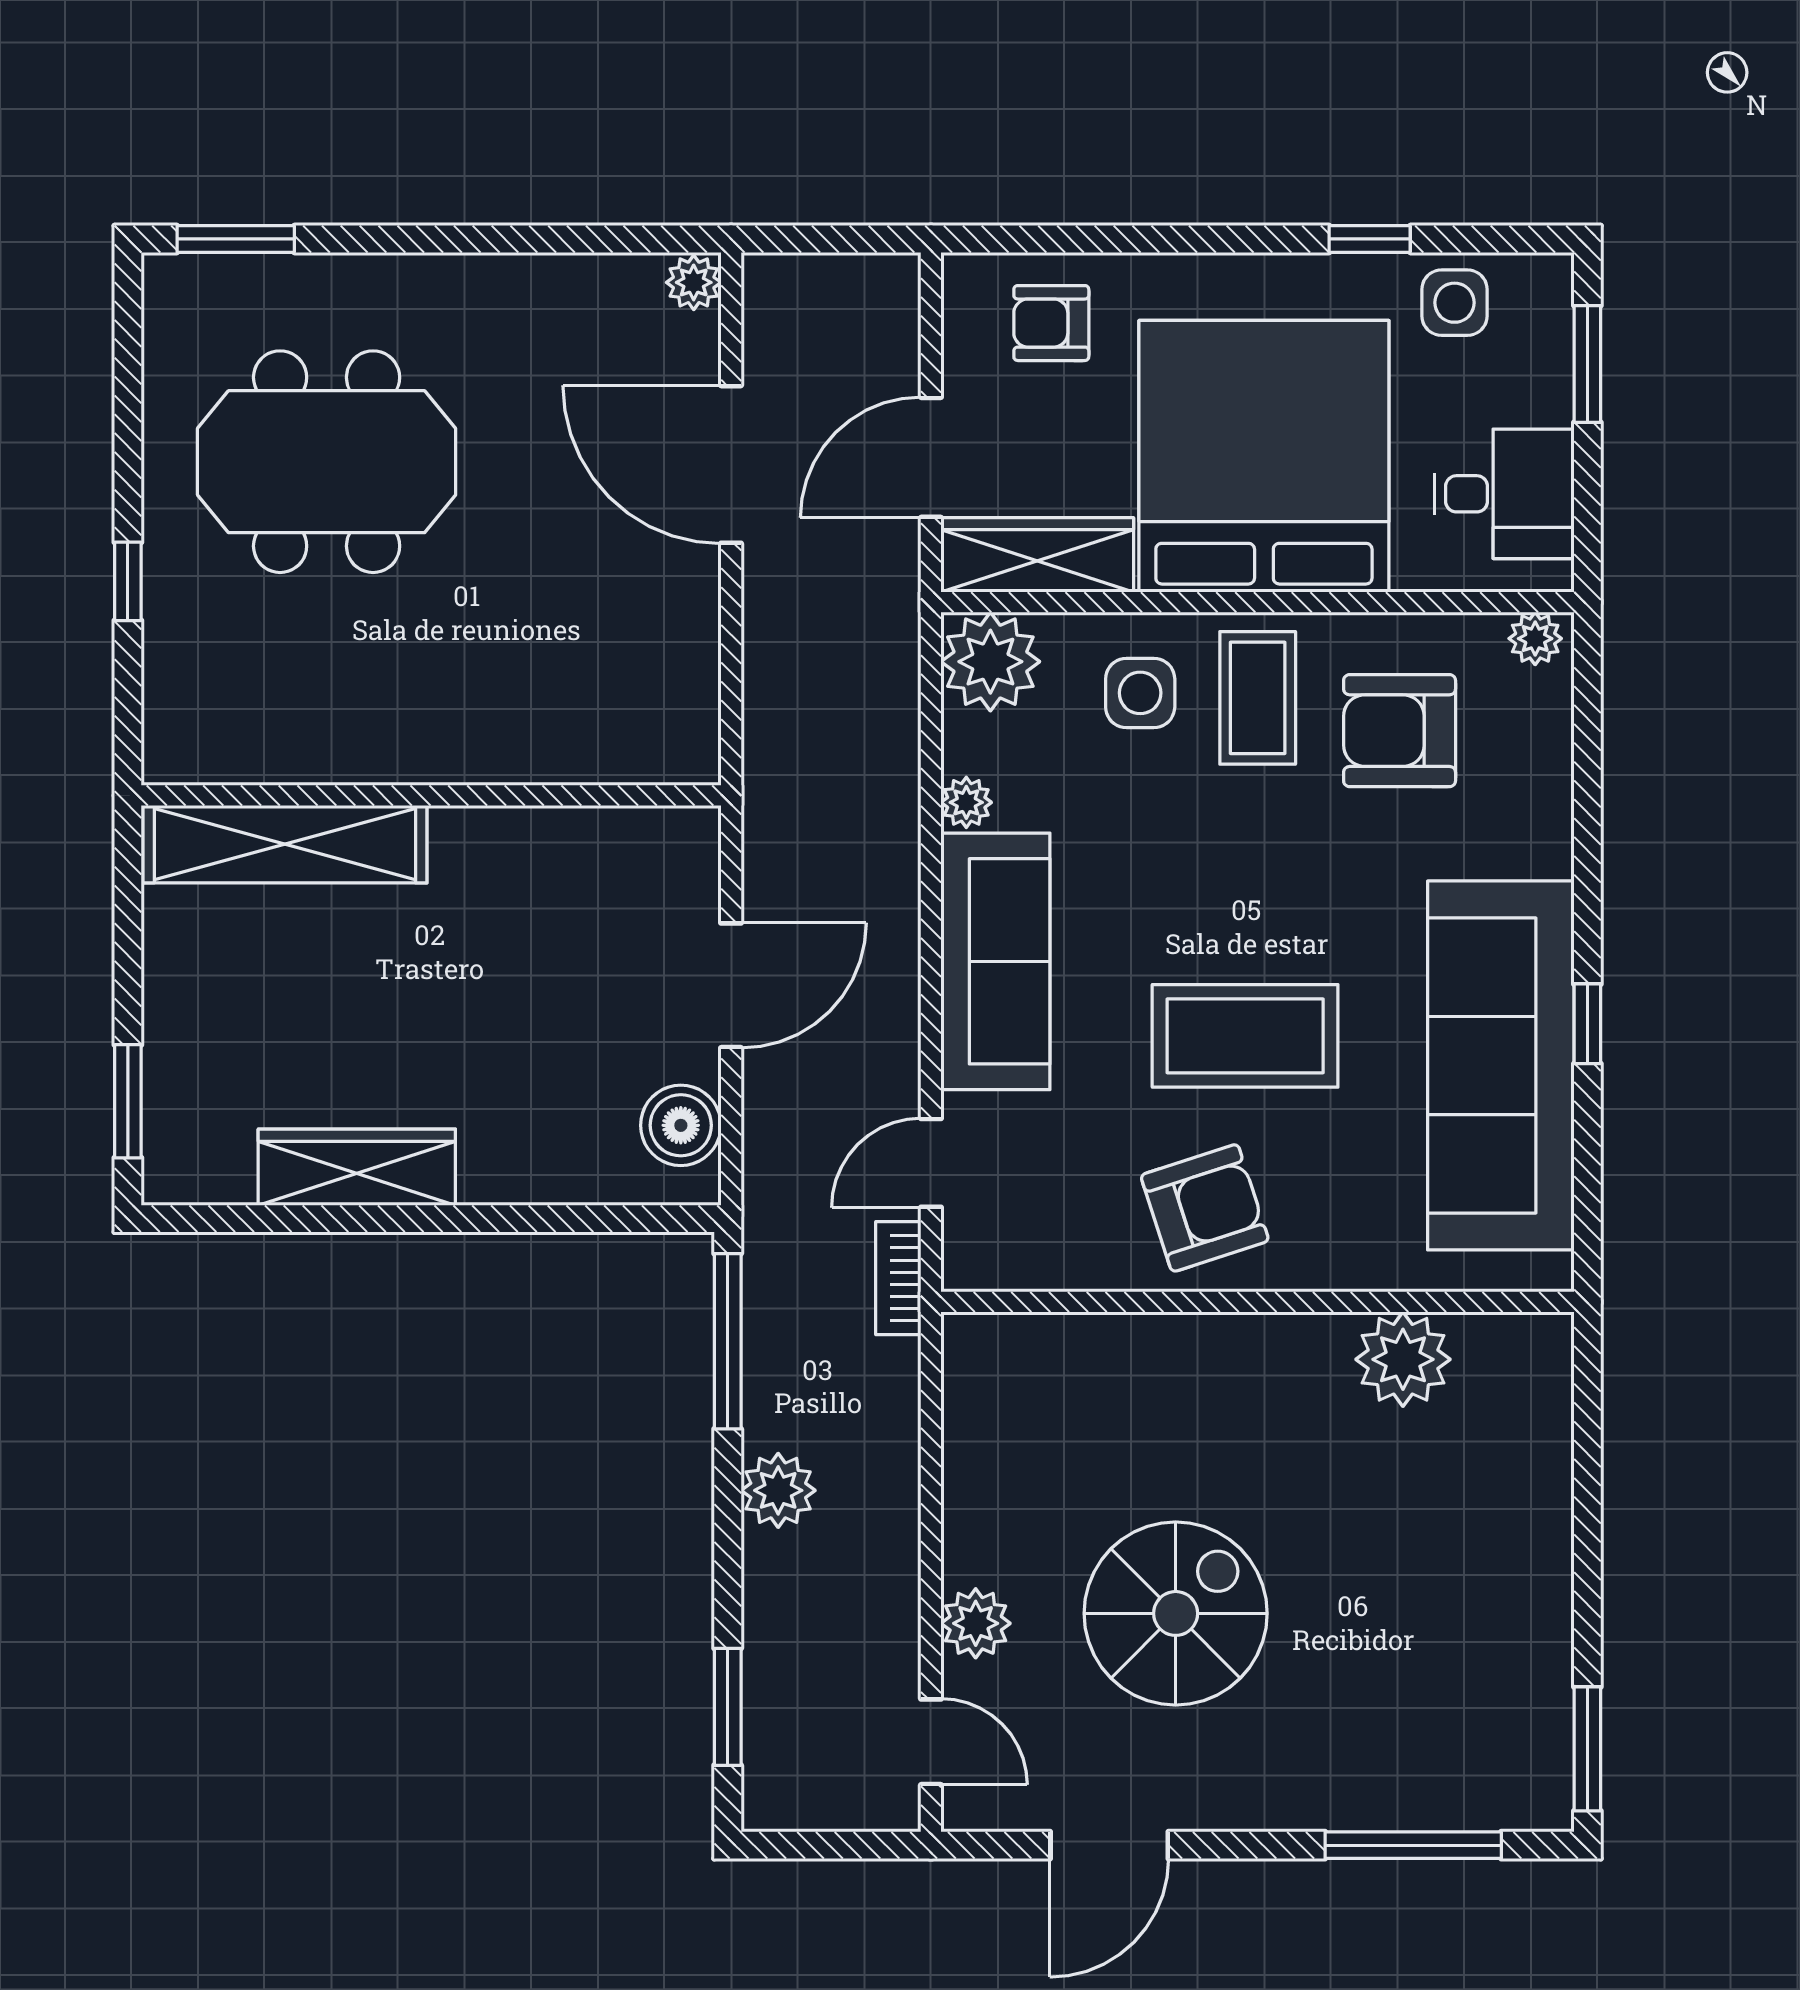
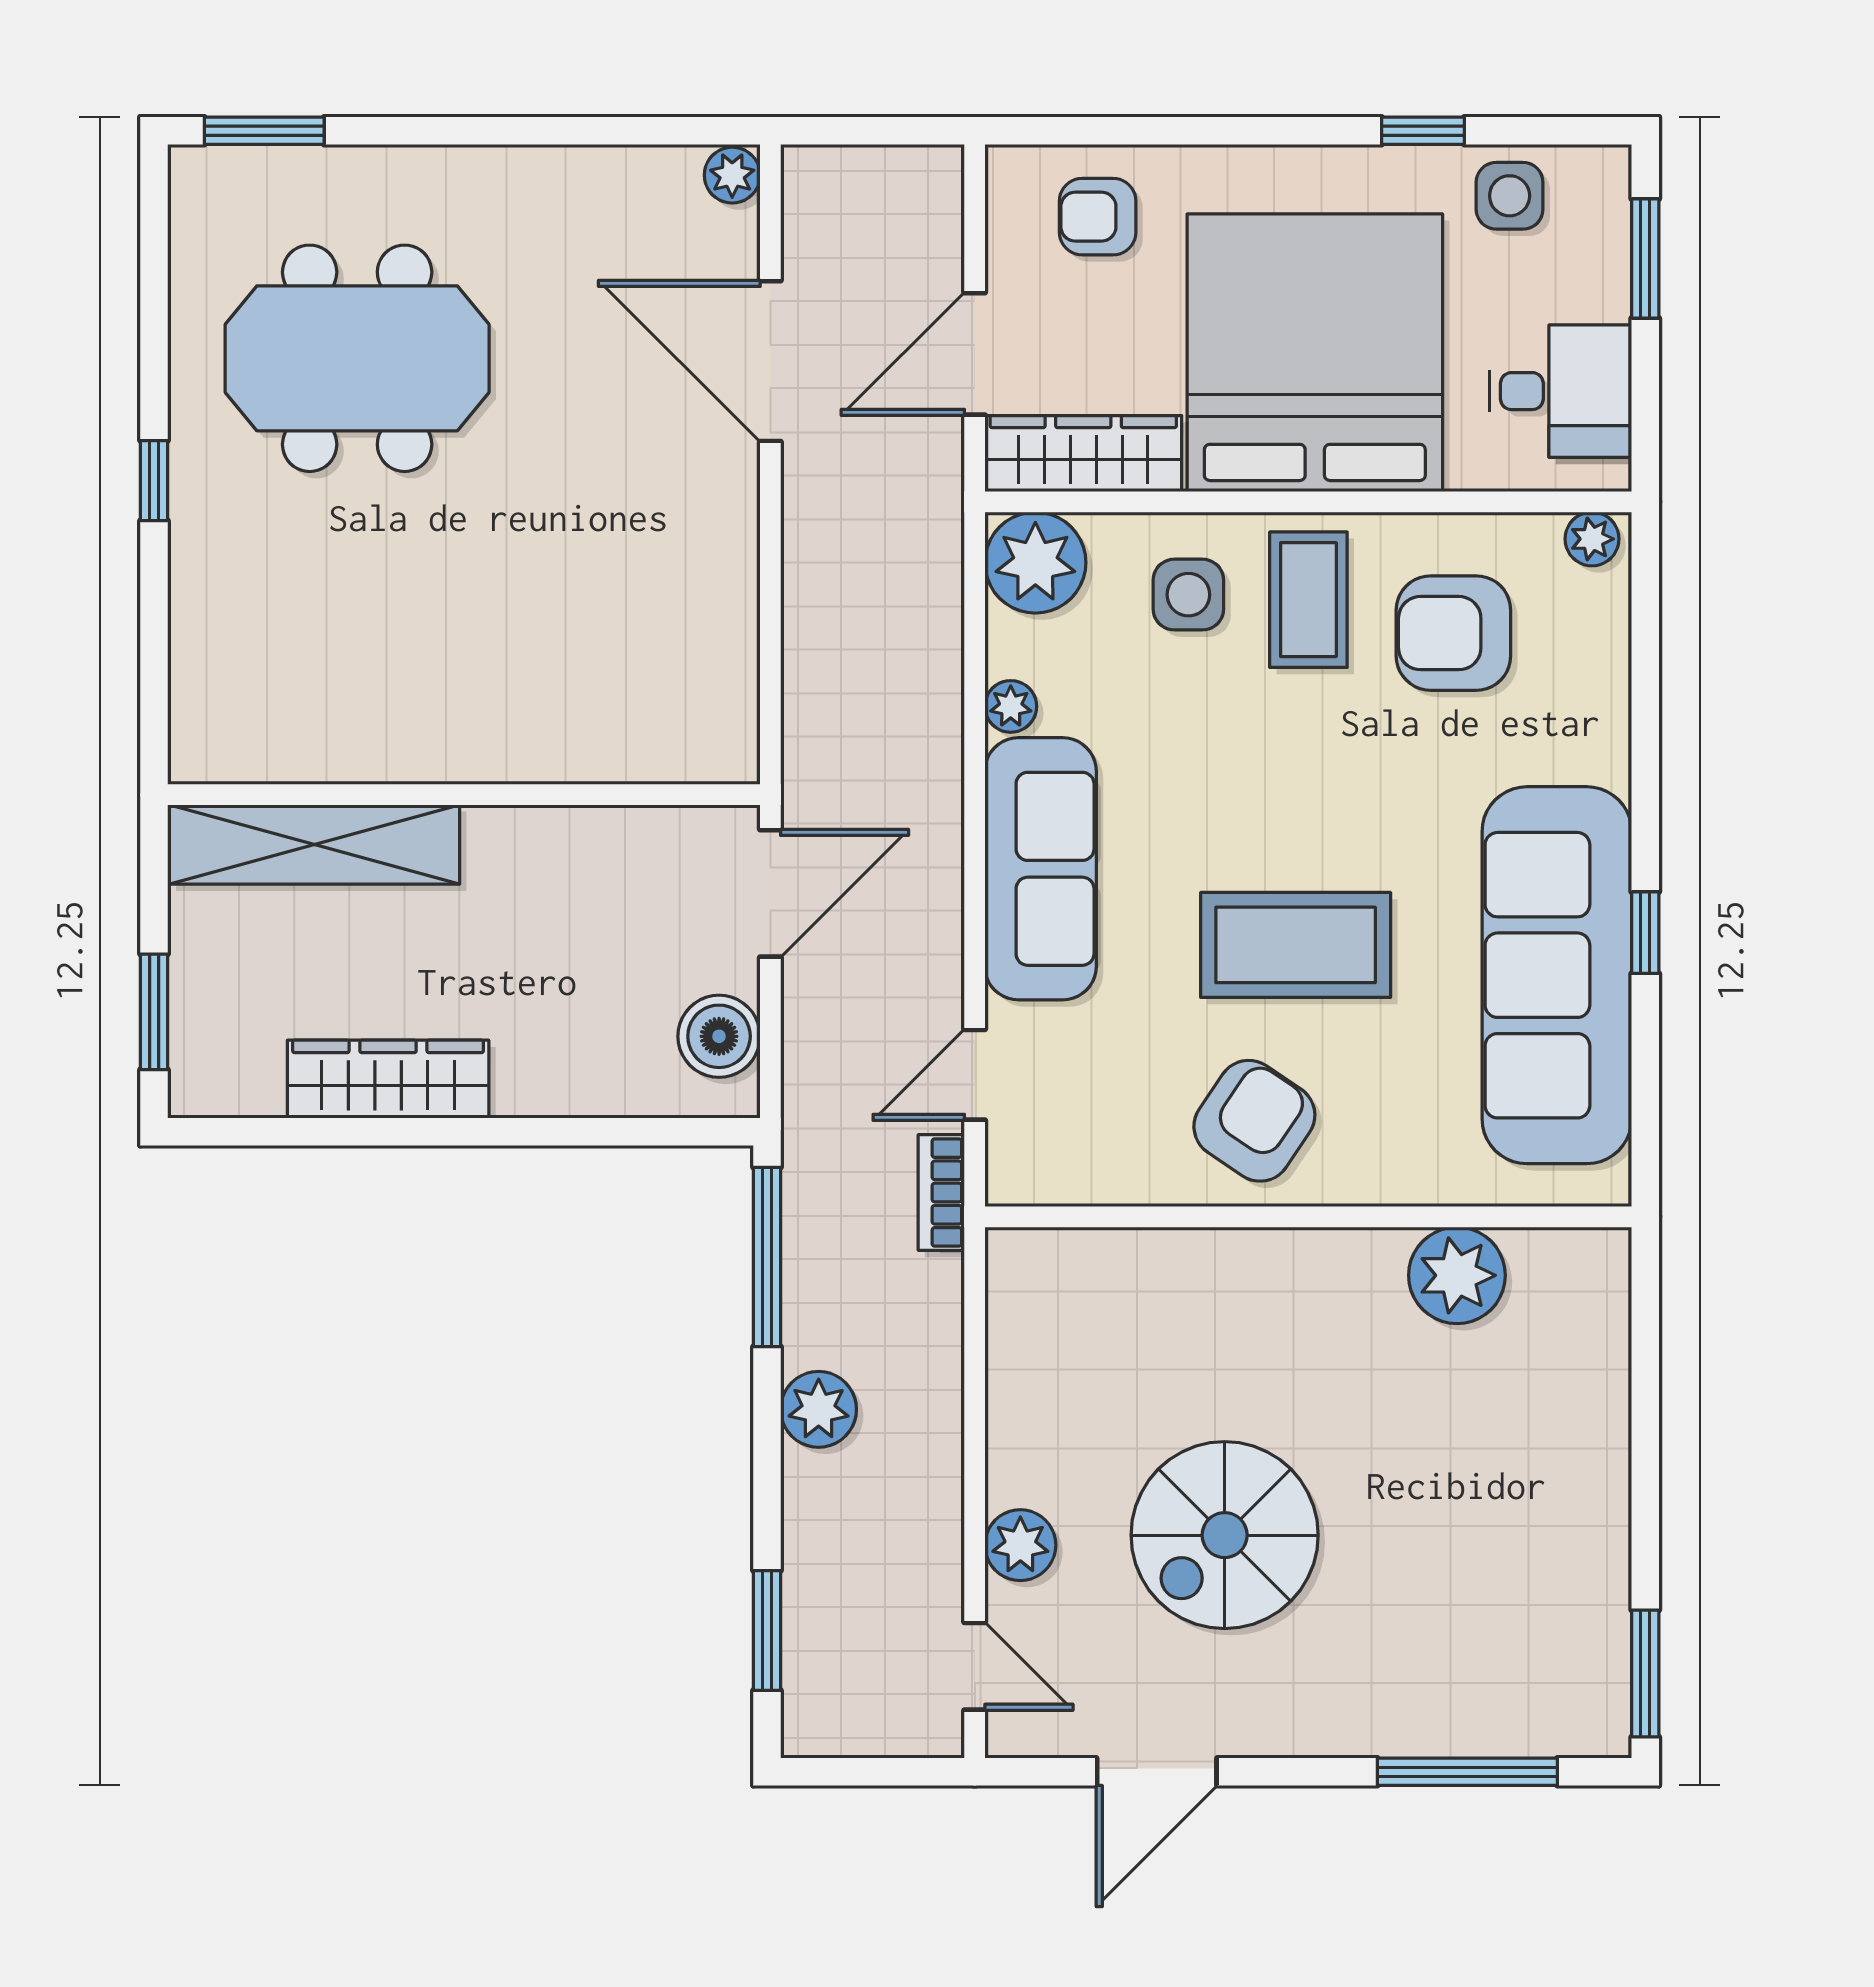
wall: (431, 795) -> (464, 795), moved
shelving: (285, 844) -> (315, 844), moved
armchair: (1205, 1208) -> (1254, 1121), turned -38
spiral stairs: (1176, 1613) -> (1225, 1535), turned 180

